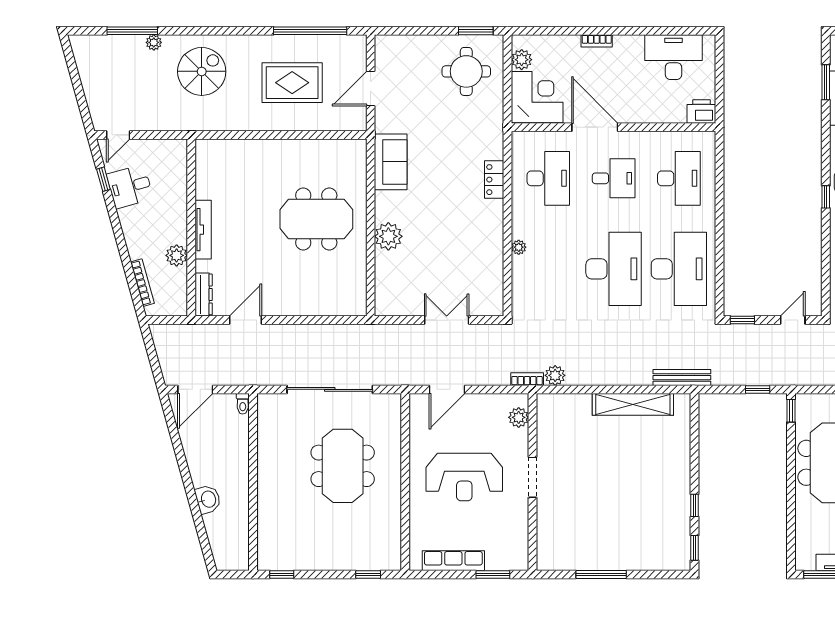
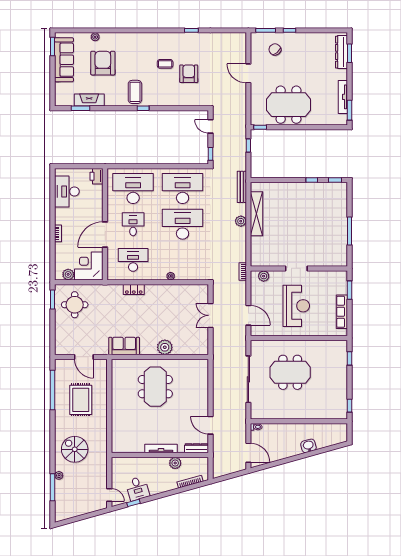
desk: (679, 178) -> (133, 189), width x1.36, depth x1.30
plant: (555, 375) -> (241, 221), moved

